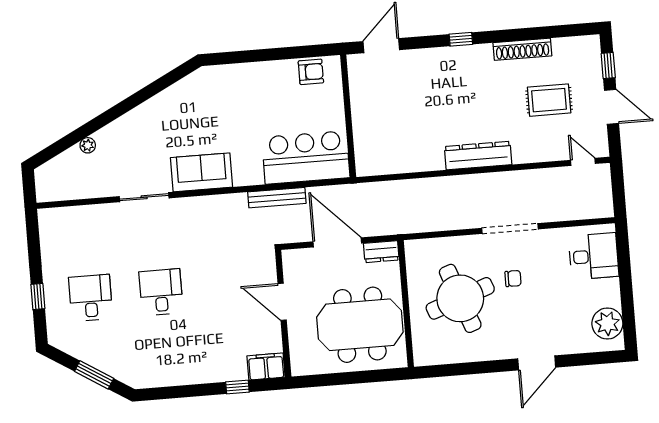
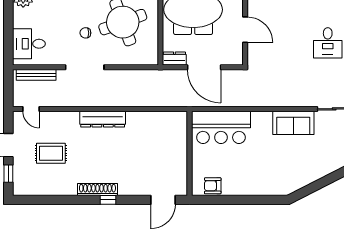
shoe rack: (522, 49) -> (97, 190), moved
bench: (277, 198) -> (36, 75), moved

